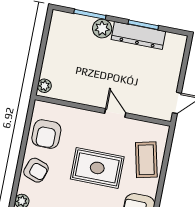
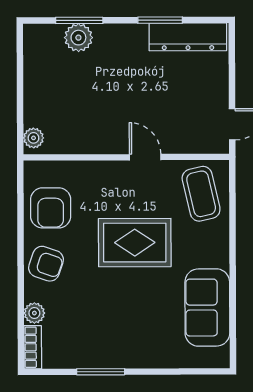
plant: (102, 29) -> (78, 38), moved
dresser: (138, 35) -> (188, 37), moved
coffee table: (146, 160) -> (201, 194), moved

